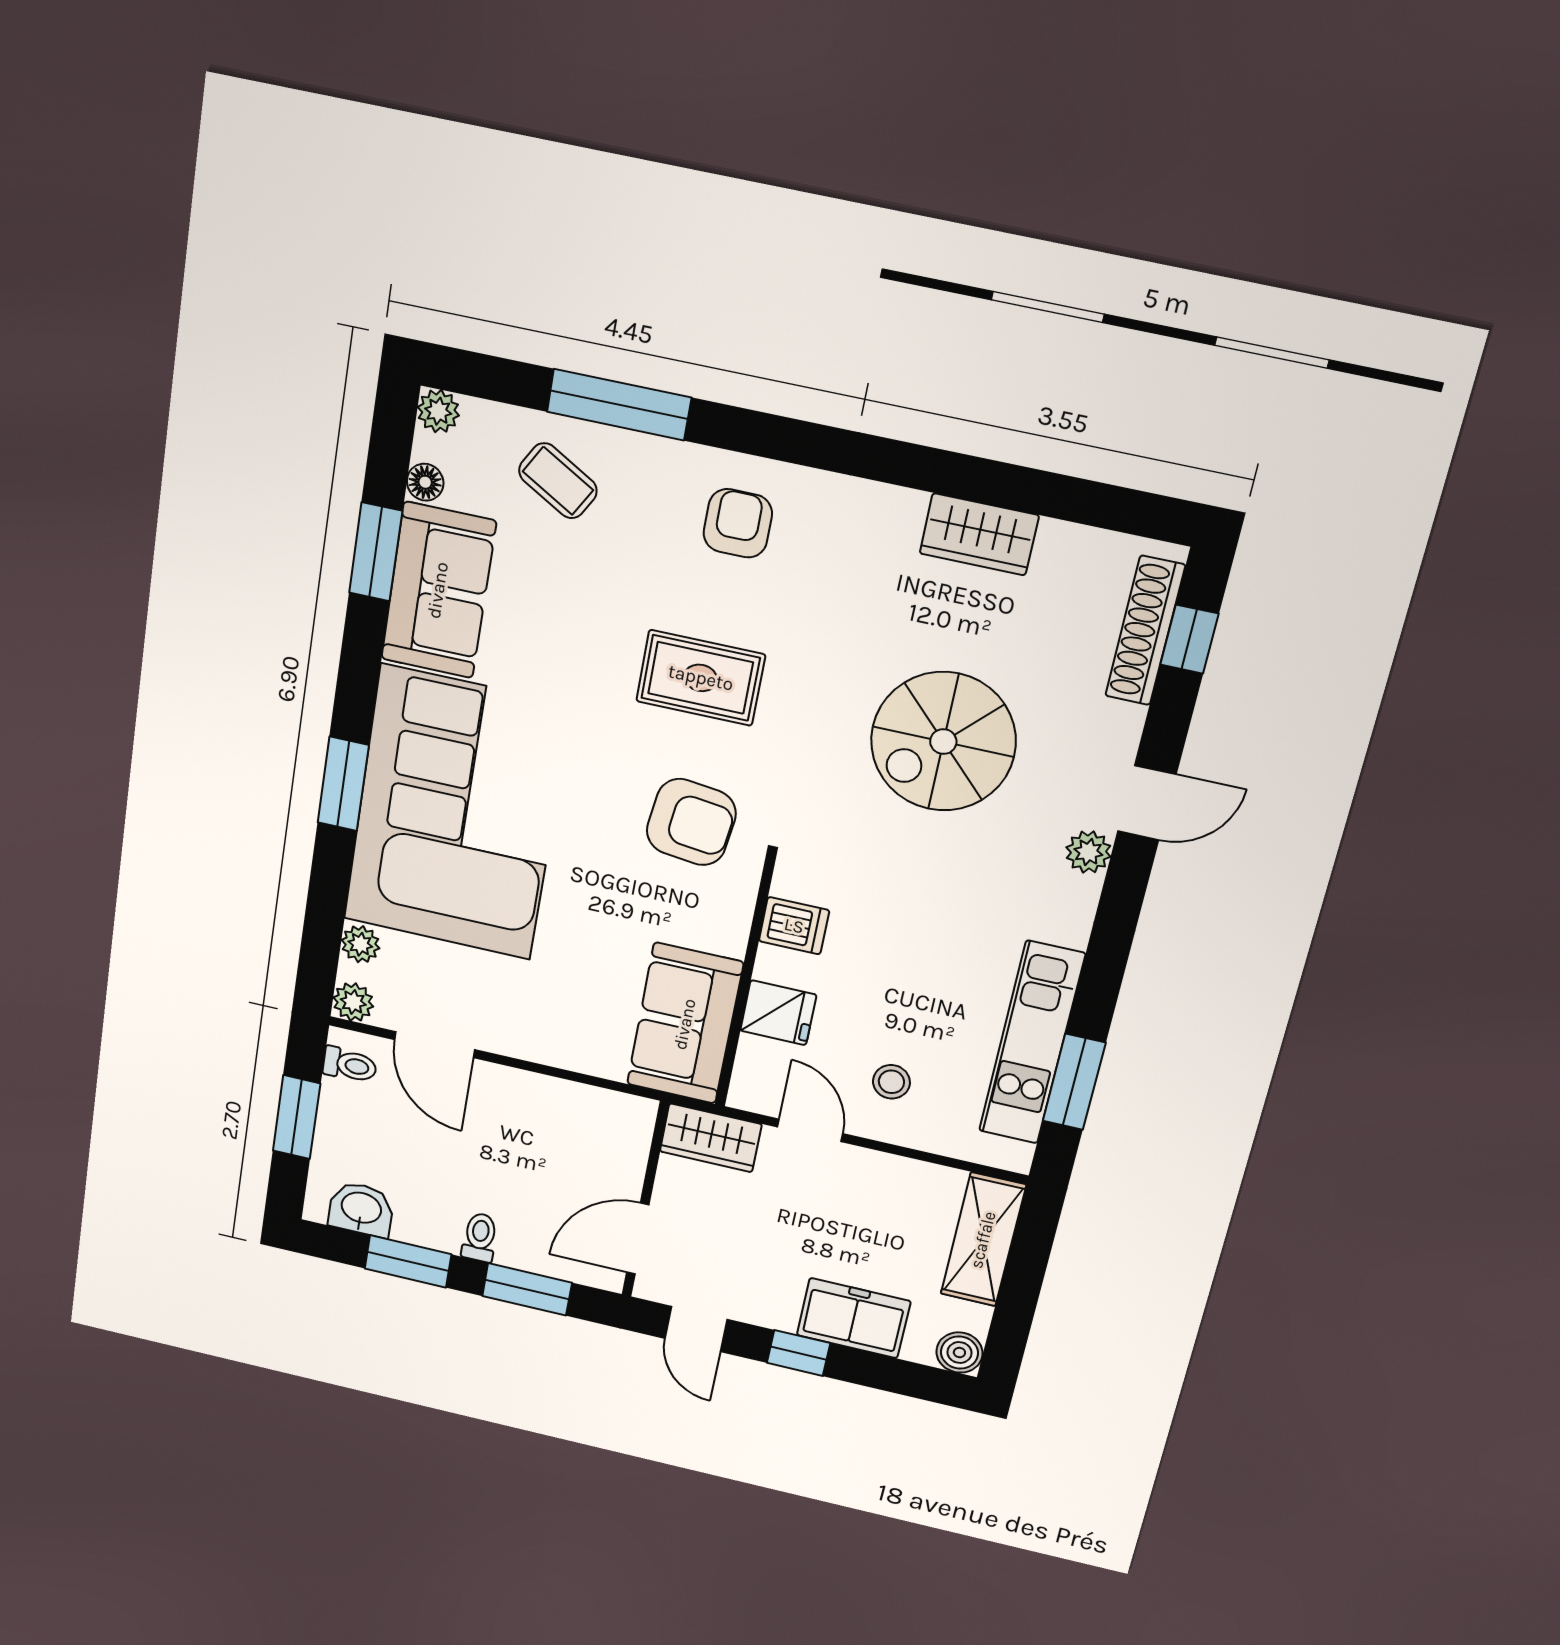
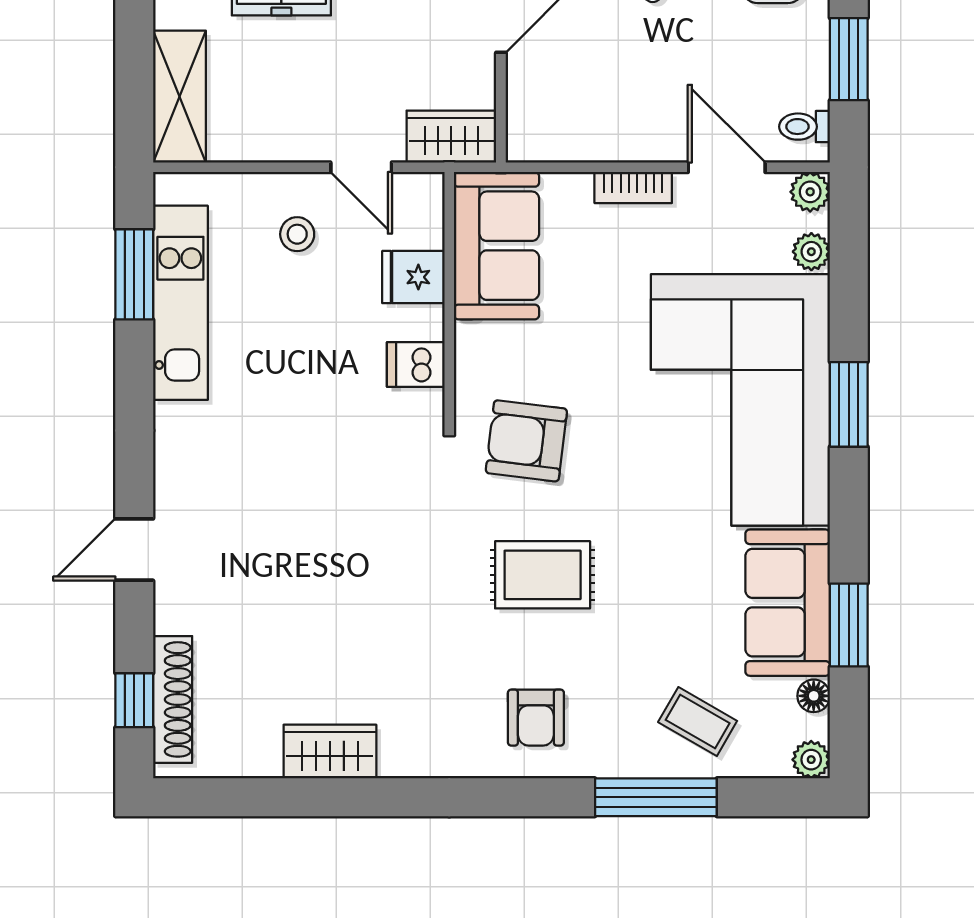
spiral stairs: (943, 742) -> (320, 565), removed
plant: (1088, 852) -> (173, 494), removed
bookcase: (533, 1047) -> (633, 188), added

